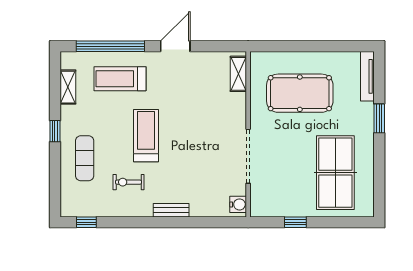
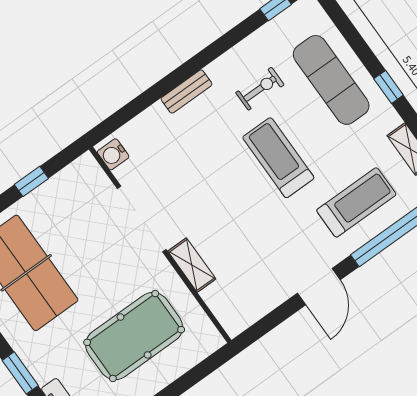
shelving: (238, 74) -> (192, 265), moved
treadmill: (146, 136) -> (278, 158), turned 180
exercise mat: (85, 158) -> (331, 80), width x1.36, depth x1.45

